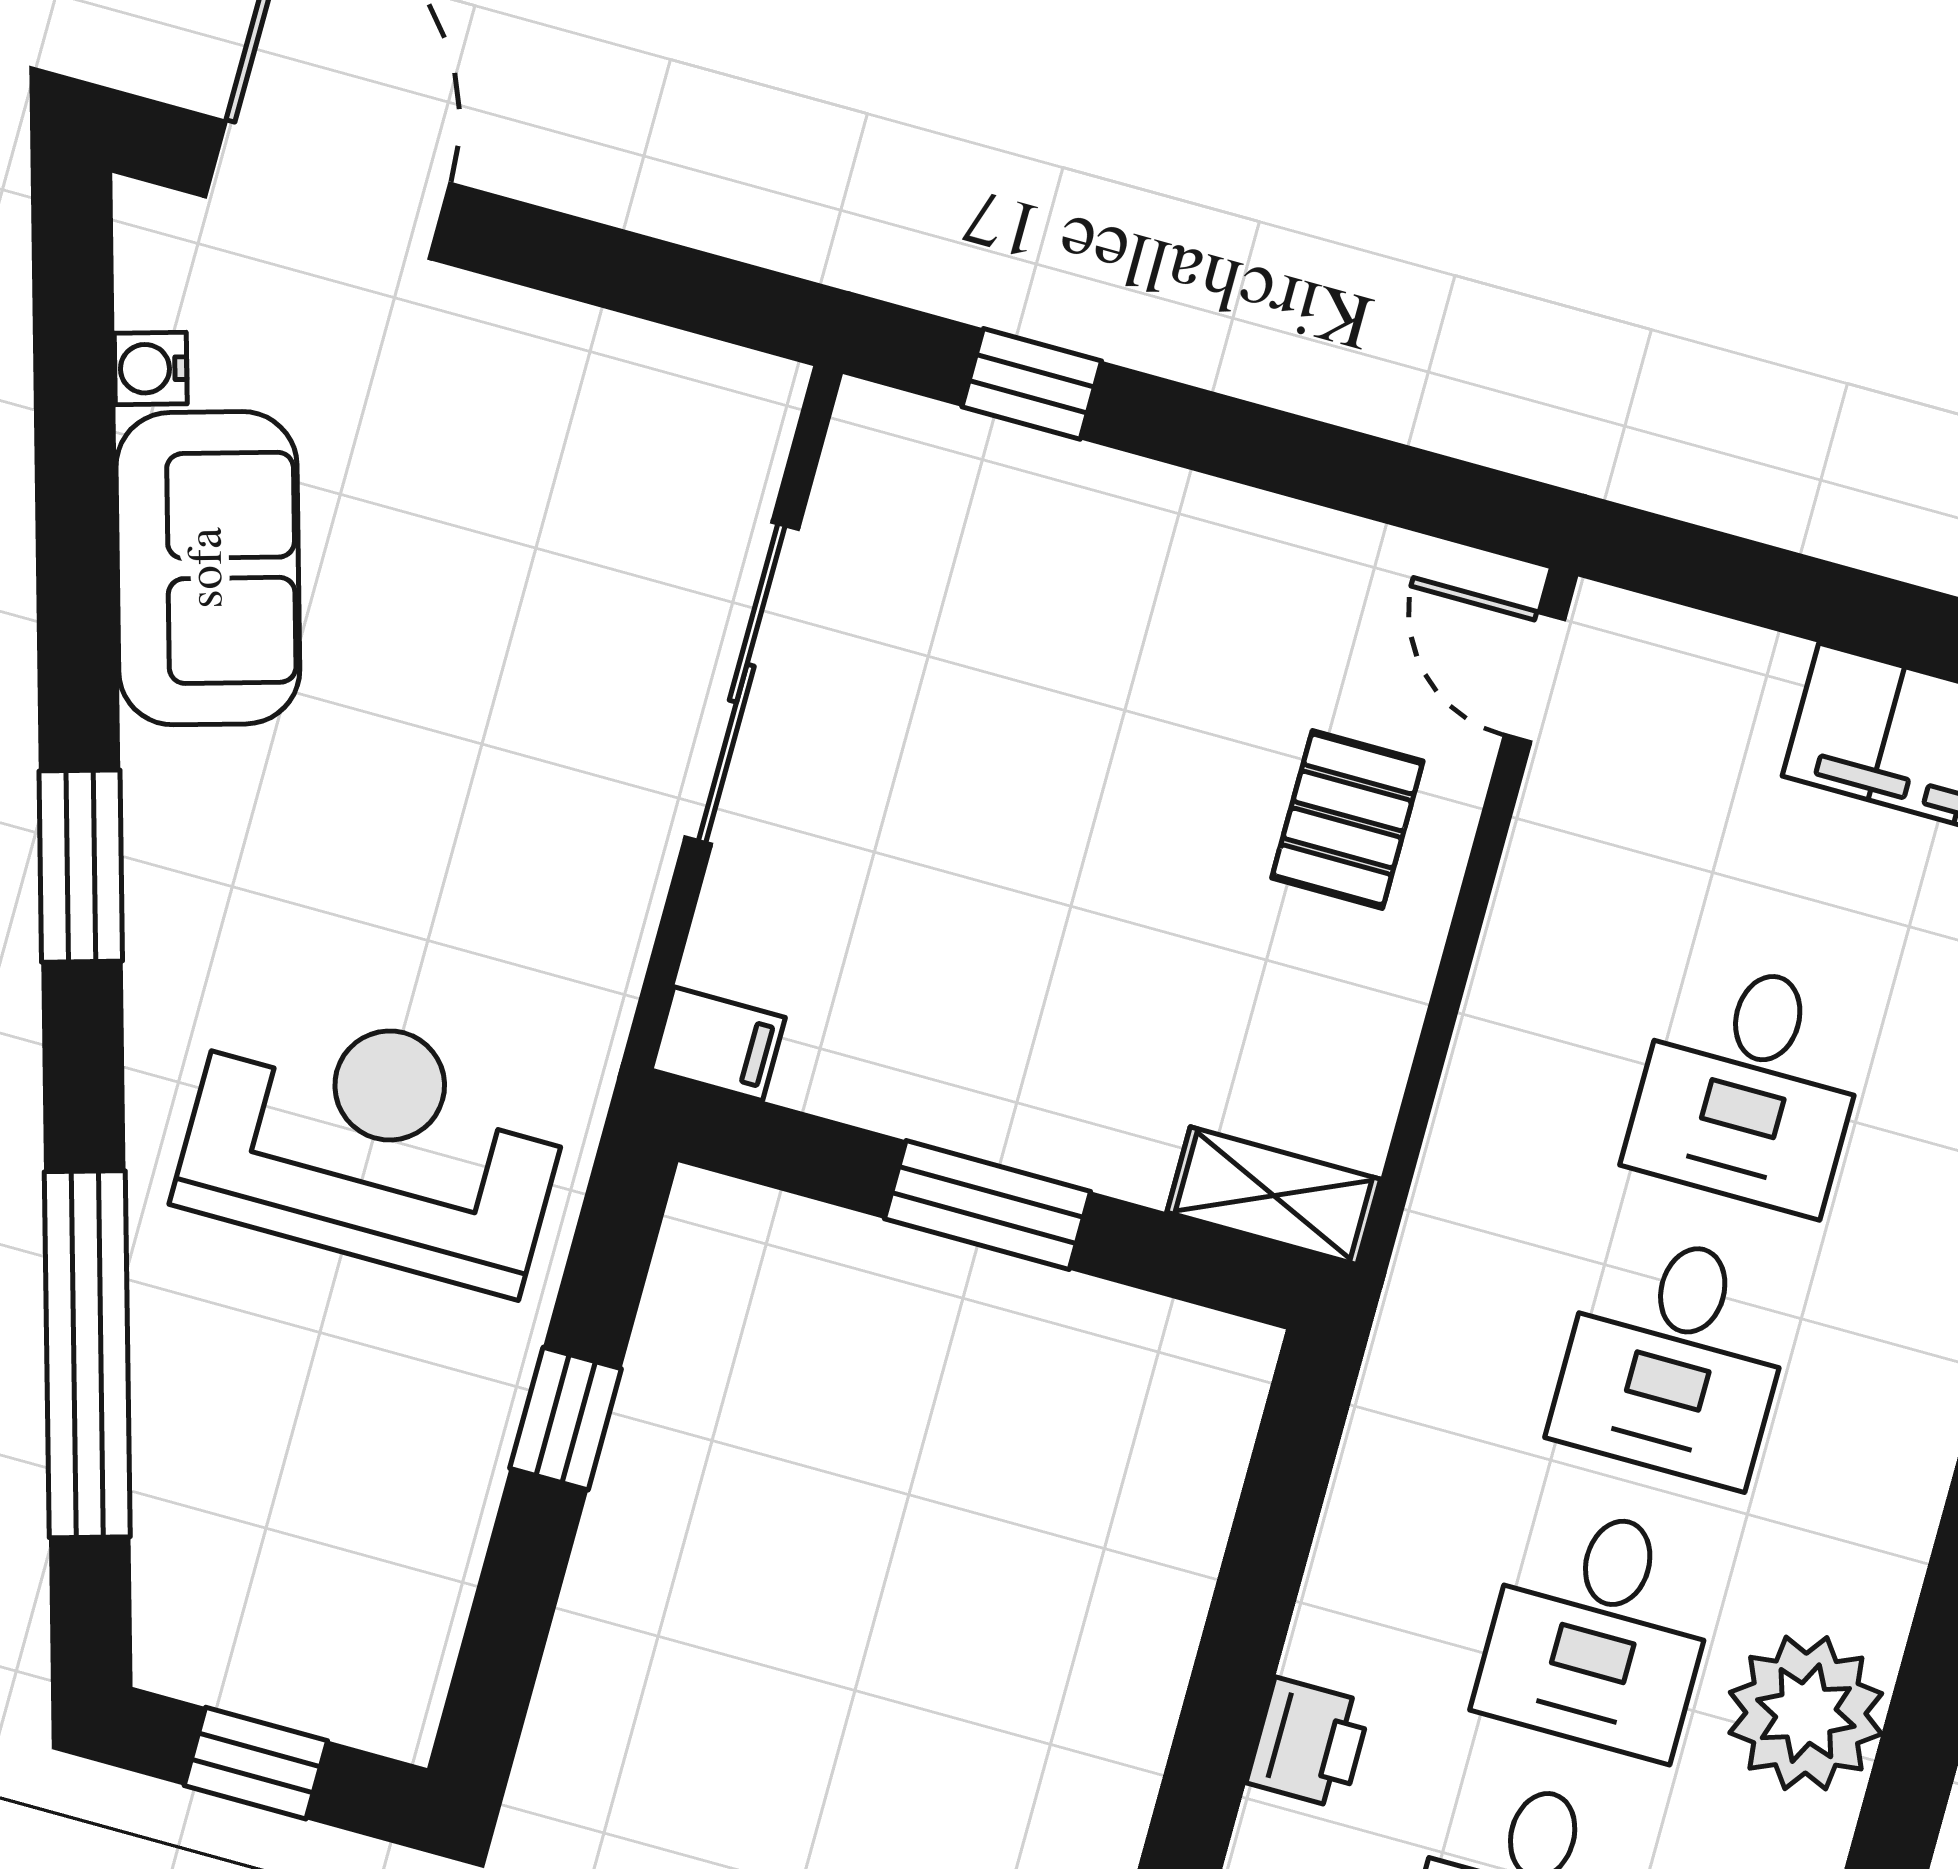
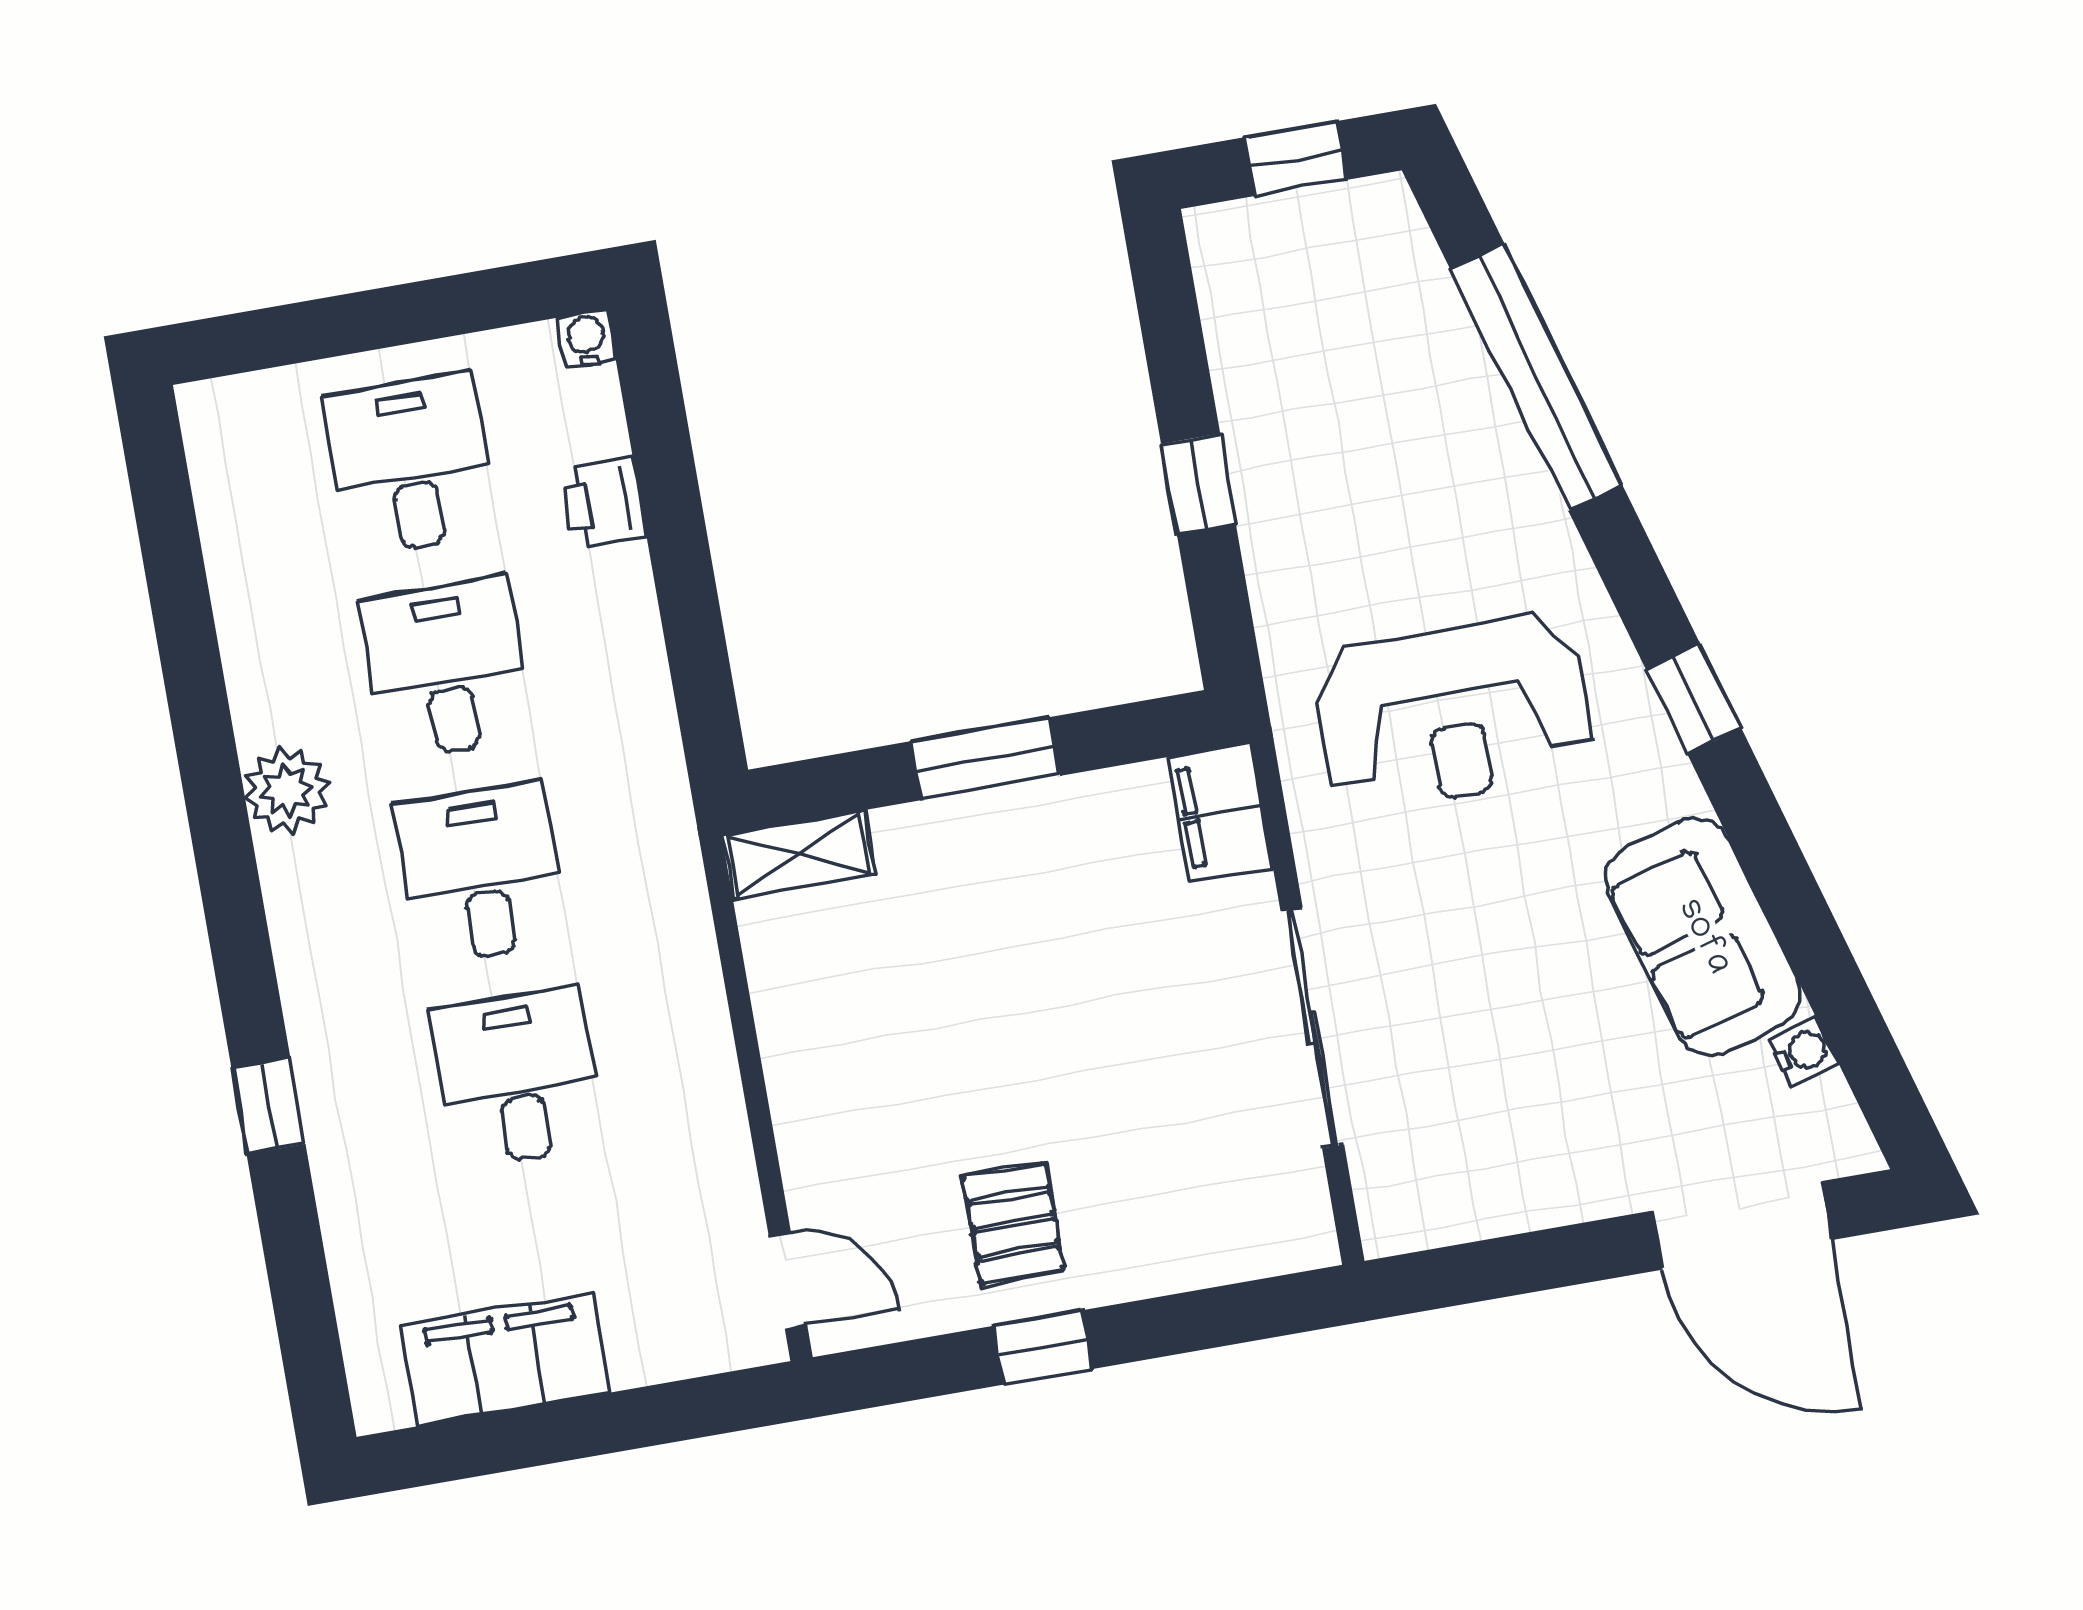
window: (1032, 384) -> (1043, 1347), moved
pallet: (1347, 819) -> (1013, 1224), moved
window: (81, 866) -> (1694, 699), width x0.67
filing cabinet: (718, 1044) -> (1220, 812), width x2.00
reception desk: (374, 1143) -> (1453, 713), moved
plant: (1806, 1713) -> (287, 790), moved, width x0.73, depth x0.73

